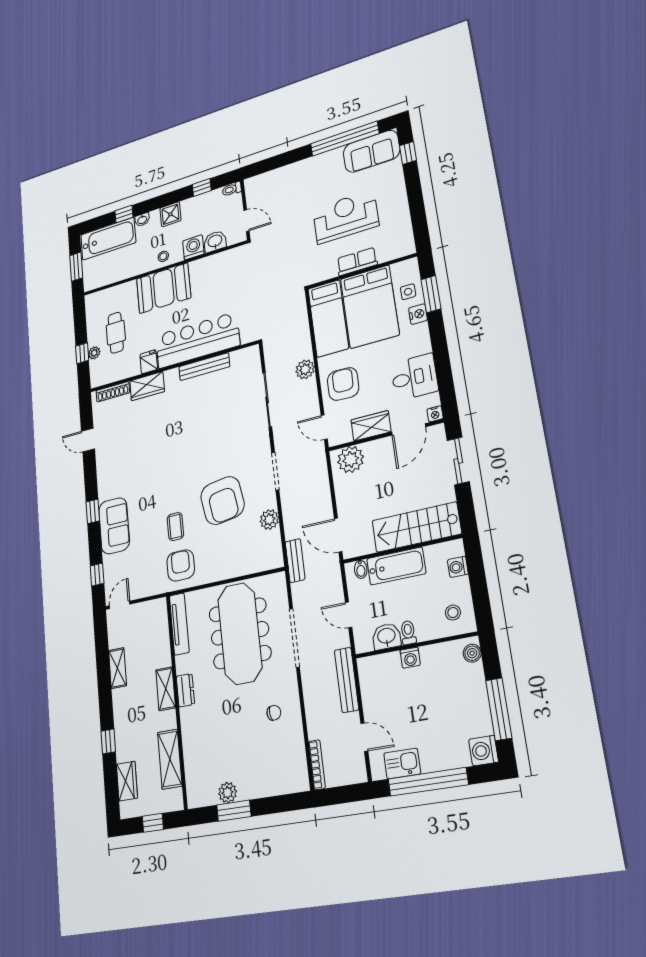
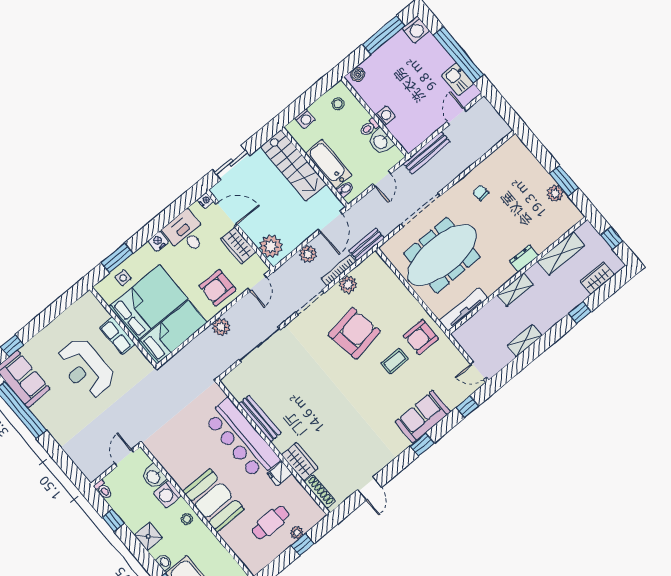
nightstand: (418, 314) -> (158, 241), moved
plant: (321, 494) -> (308, 254), added
dresser: (185, 690) -> (524, 258), moved
bookcase: (317, 765) -> (339, 270), moved

